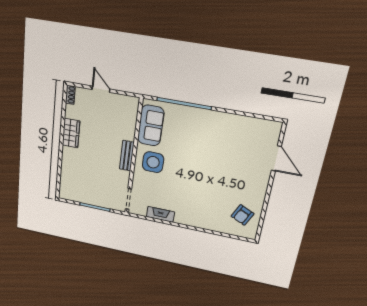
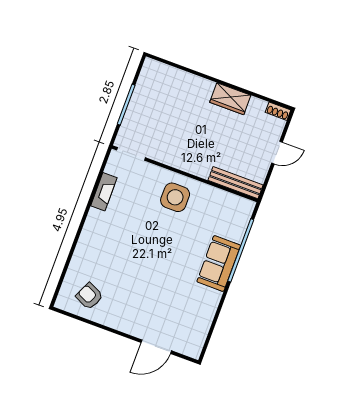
sofa: (151, 125) -> (219, 264), moved, turned 90
bench: (127, 156) -> (236, 183), moved, width x1.36

